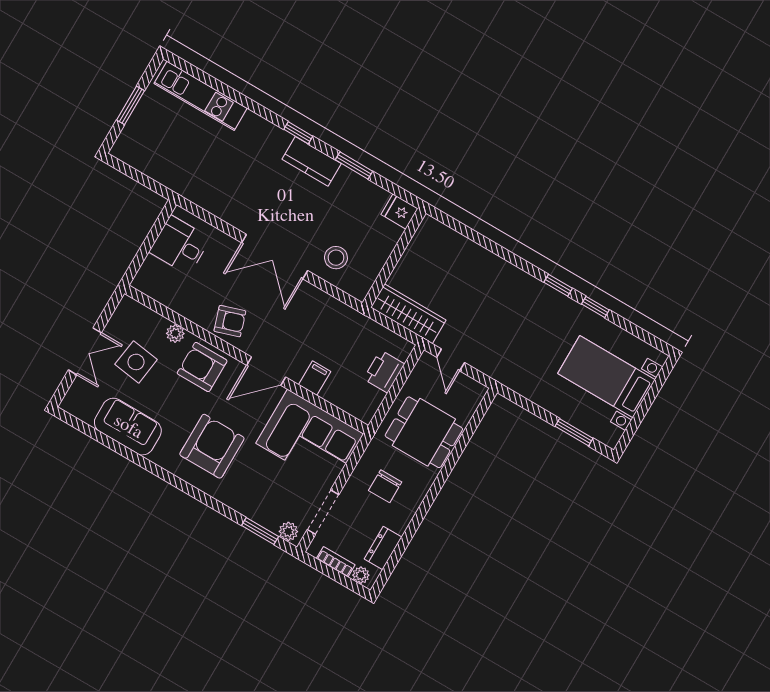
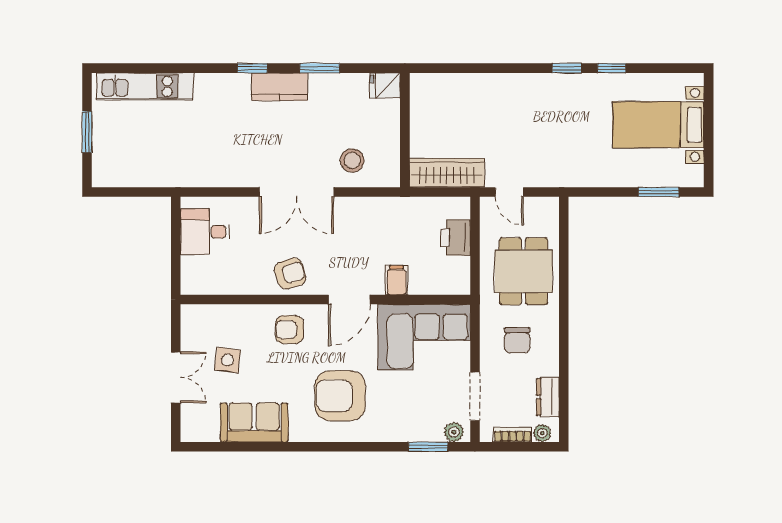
plant: (175, 333) -> (248, 314), removed
side table: (136, 362) -> (227, 360), width x0.73, depth x0.73
armchair: (202, 367) -> (290, 330), width x0.72, depth x0.72
dining table: (424, 432) -> (524, 271), turned 90
armchair: (212, 446) -> (340, 396), turned -90

